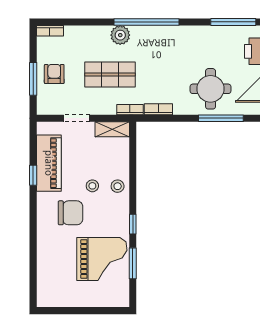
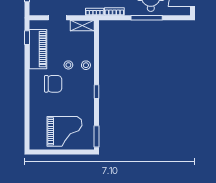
window: (221, 118) -> (147, 18), moved
window: (33, 175) -> (27, 38), moved
grand piano: (102, 259) -> (65, 131), moved
window: (133, 263) -> (97, 136), moved

